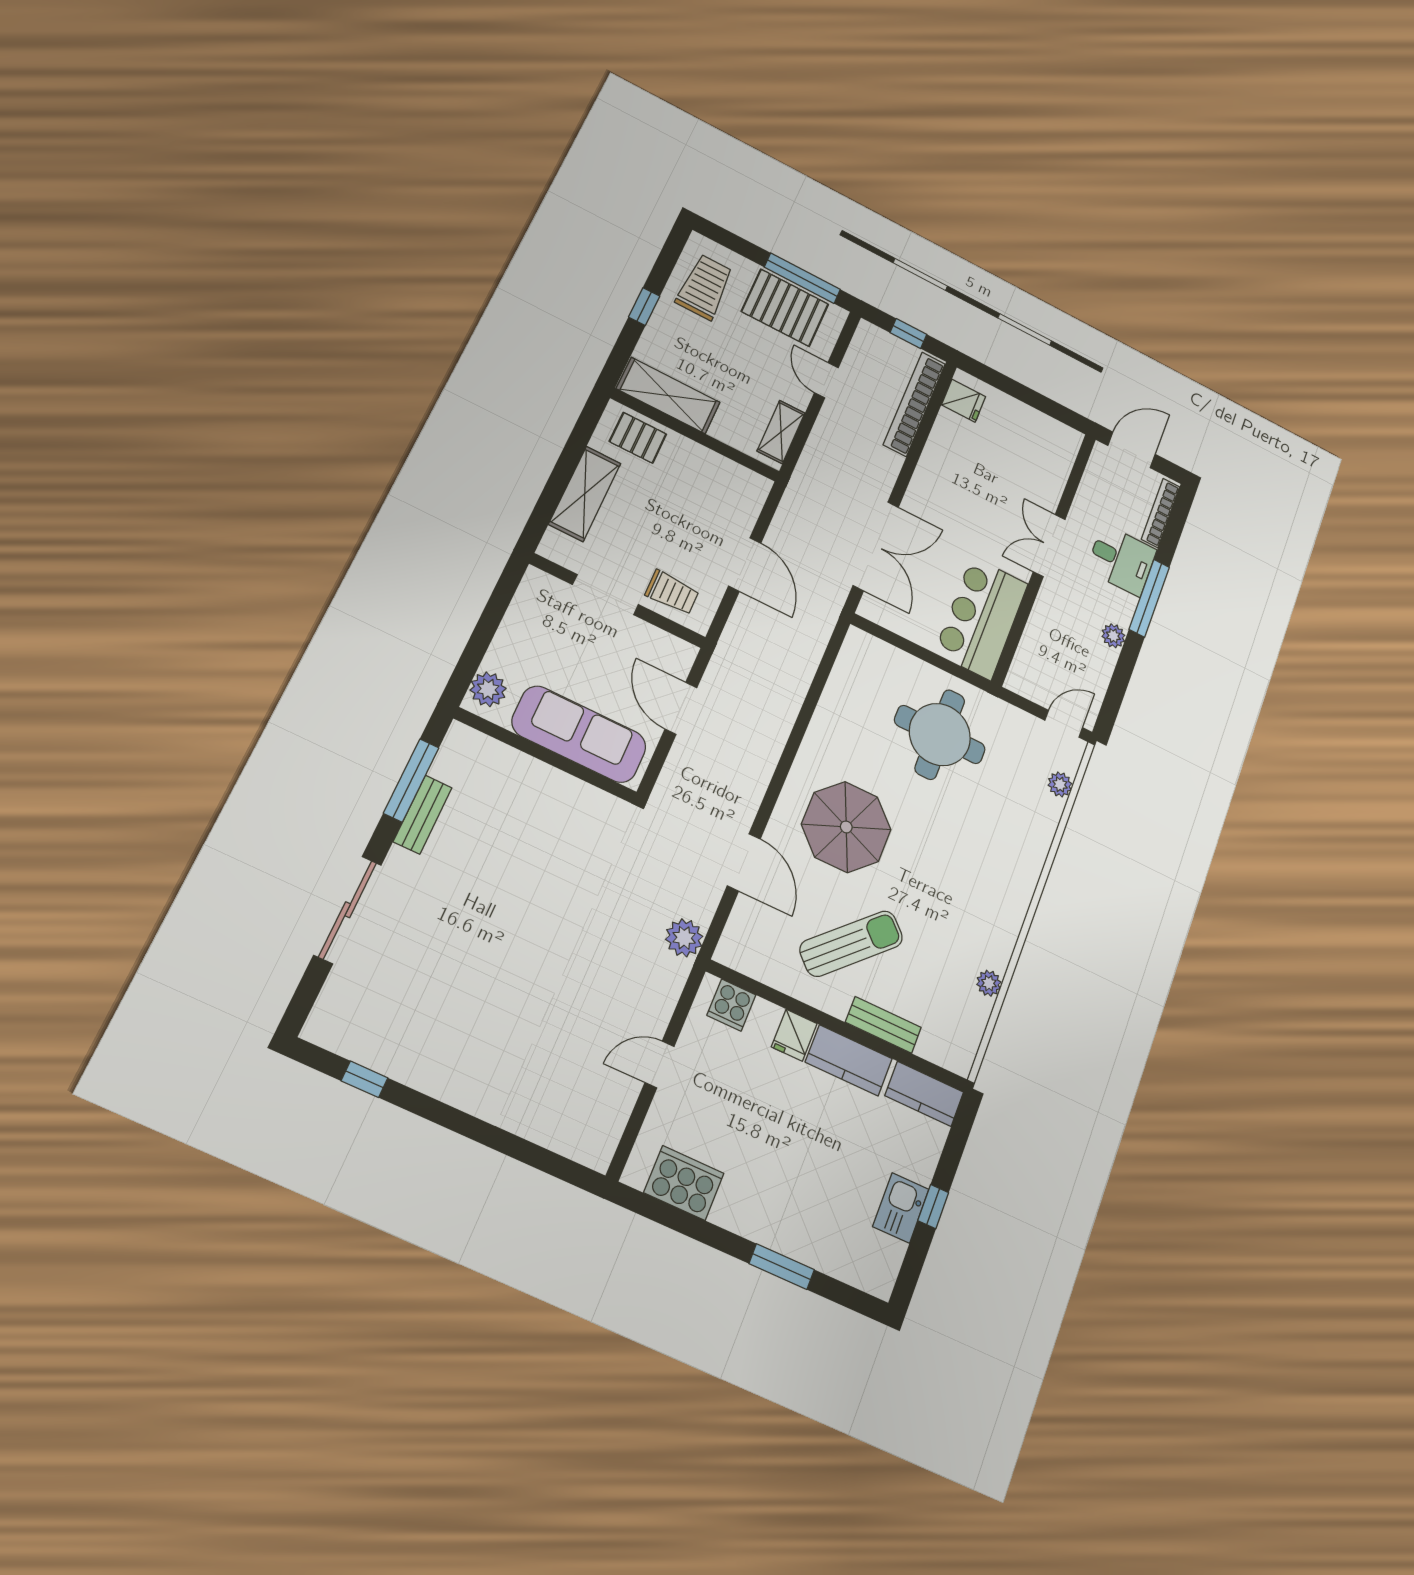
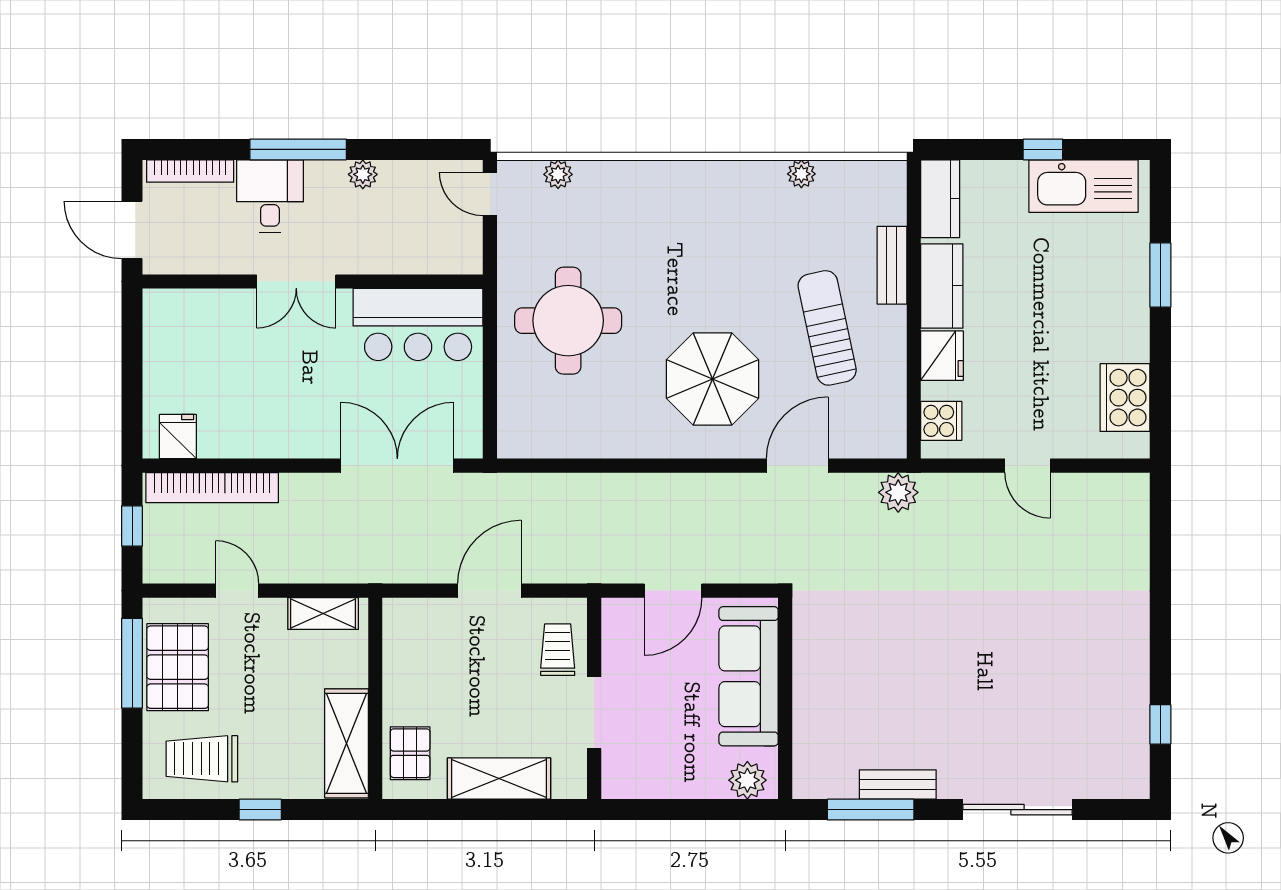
door: (826, 380) -> (237, 591), swing flipped
sun lounger: (851, 944) -> (827, 328), turned 33
fridge: (794, 1035) -> (942, 356), width x1.38
kitchen sink: (901, 1208) -> (1084, 186), width x1.87, depth x1.24

